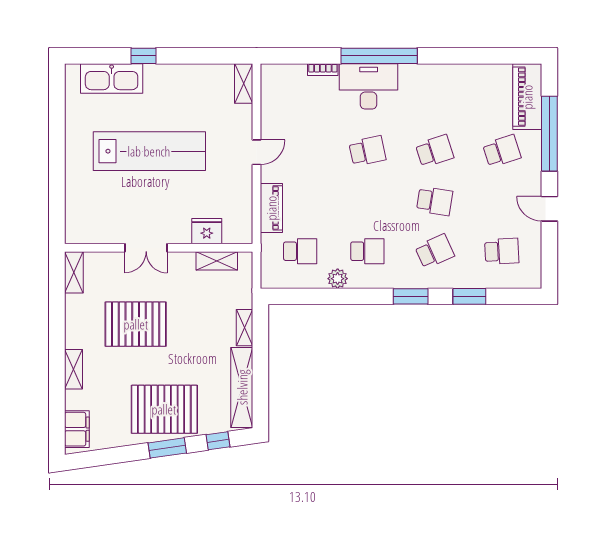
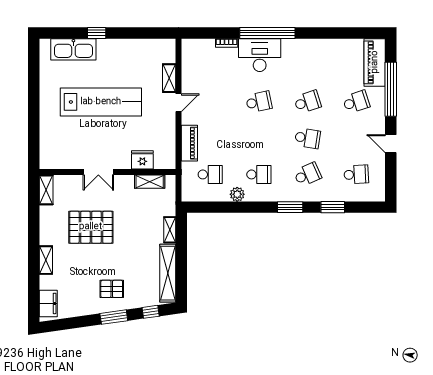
shelving: (244, 84) -> (169, 78), moved
pallet: (164, 409) -> (112, 289), width x0.49, depth x0.50

